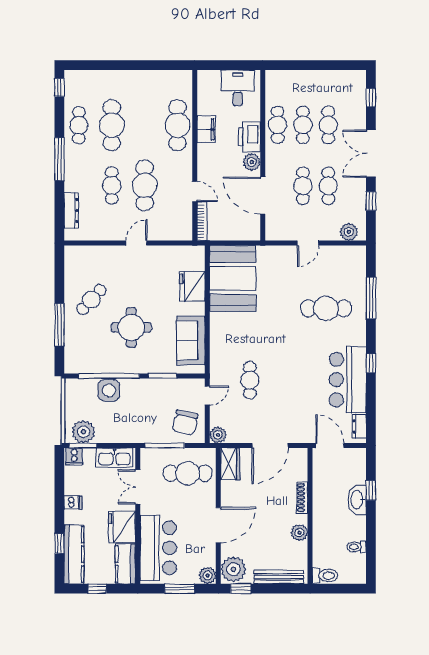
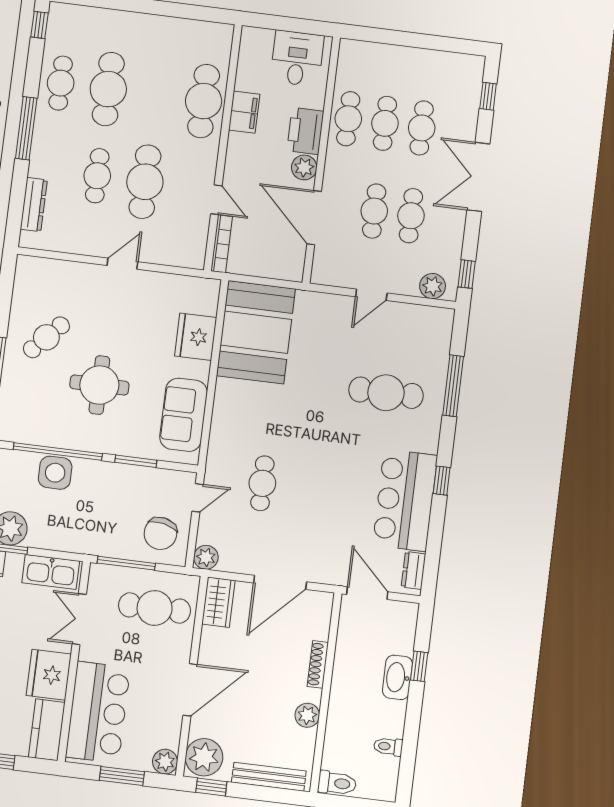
window: (371, 201) -> (467, 274), moved

